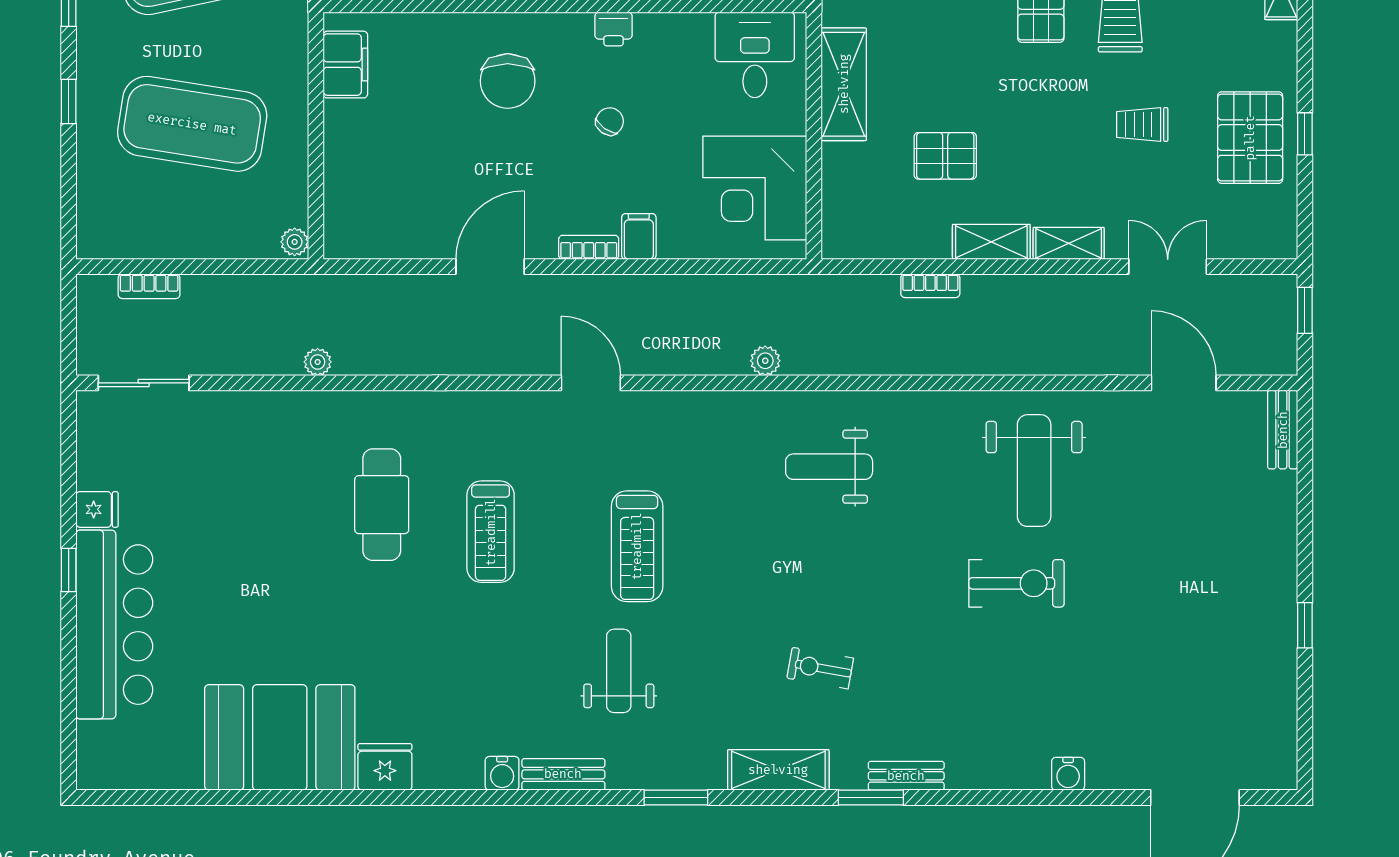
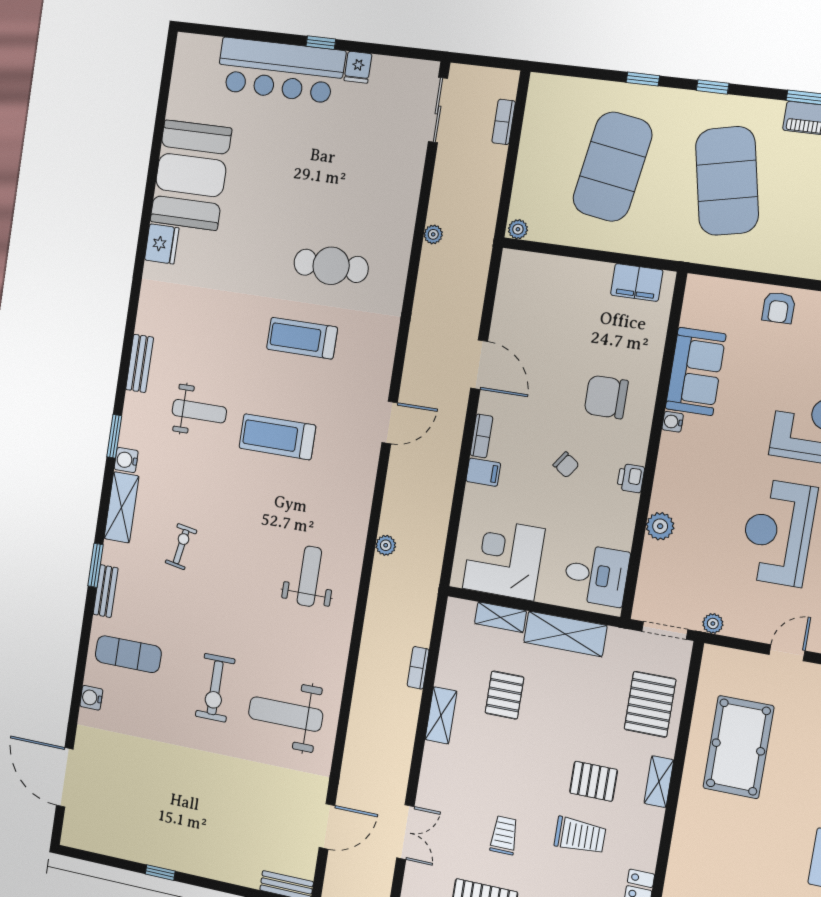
shelving: (1069, 243) -> (500, 617), moved, turned 90
exercise mat: (993, 726) -> (128, 654), added
water cooler: (502, 773) -> (126, 460), moved

